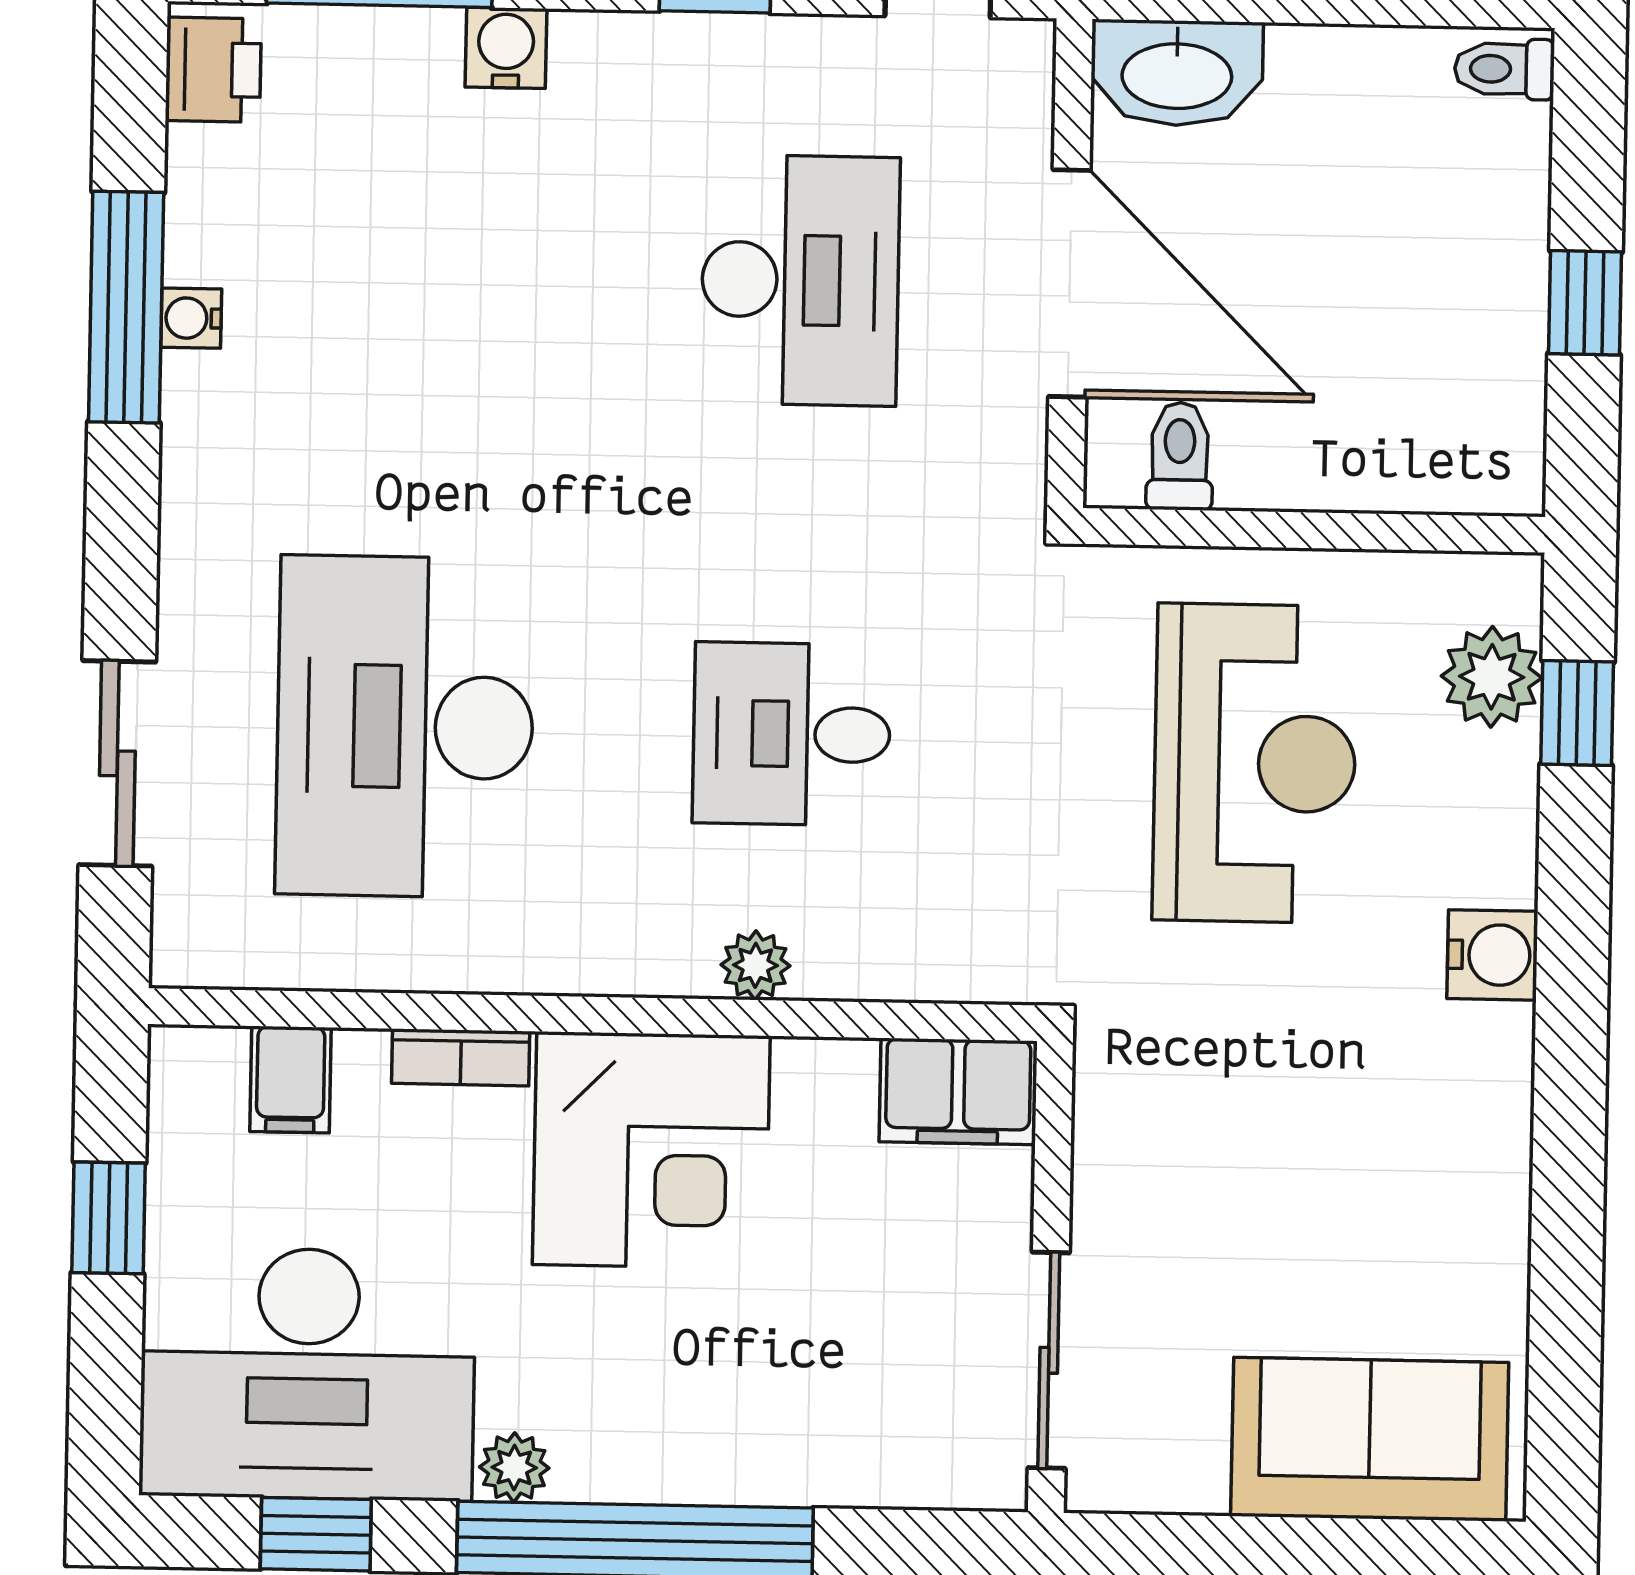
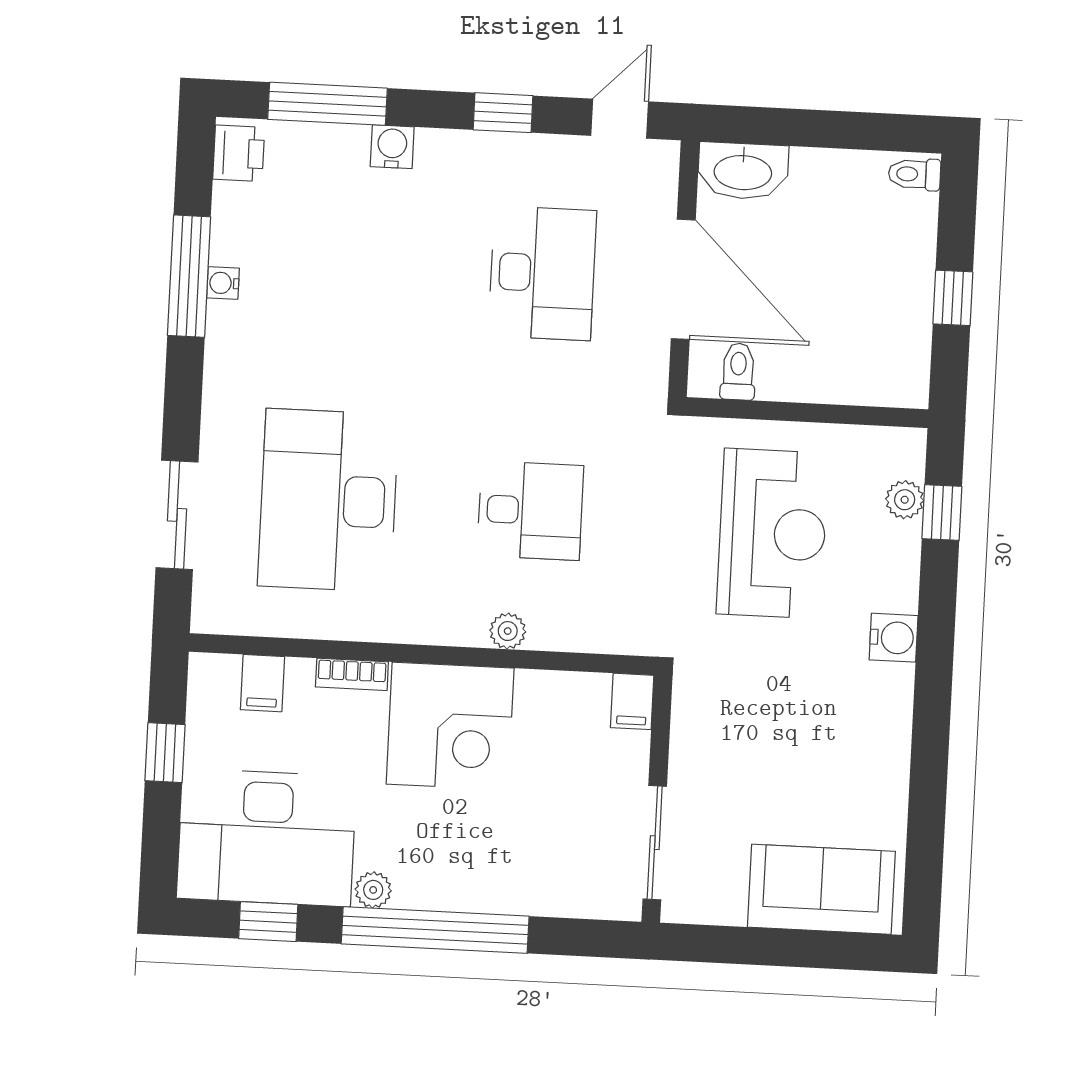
plant: (1492, 677) -> (905, 500), width x0.73, depth x0.73
desk: (792, 734) -> (530, 511), turned 180
filing cabinet: (958, 1091) -> (632, 701), width x0.50

